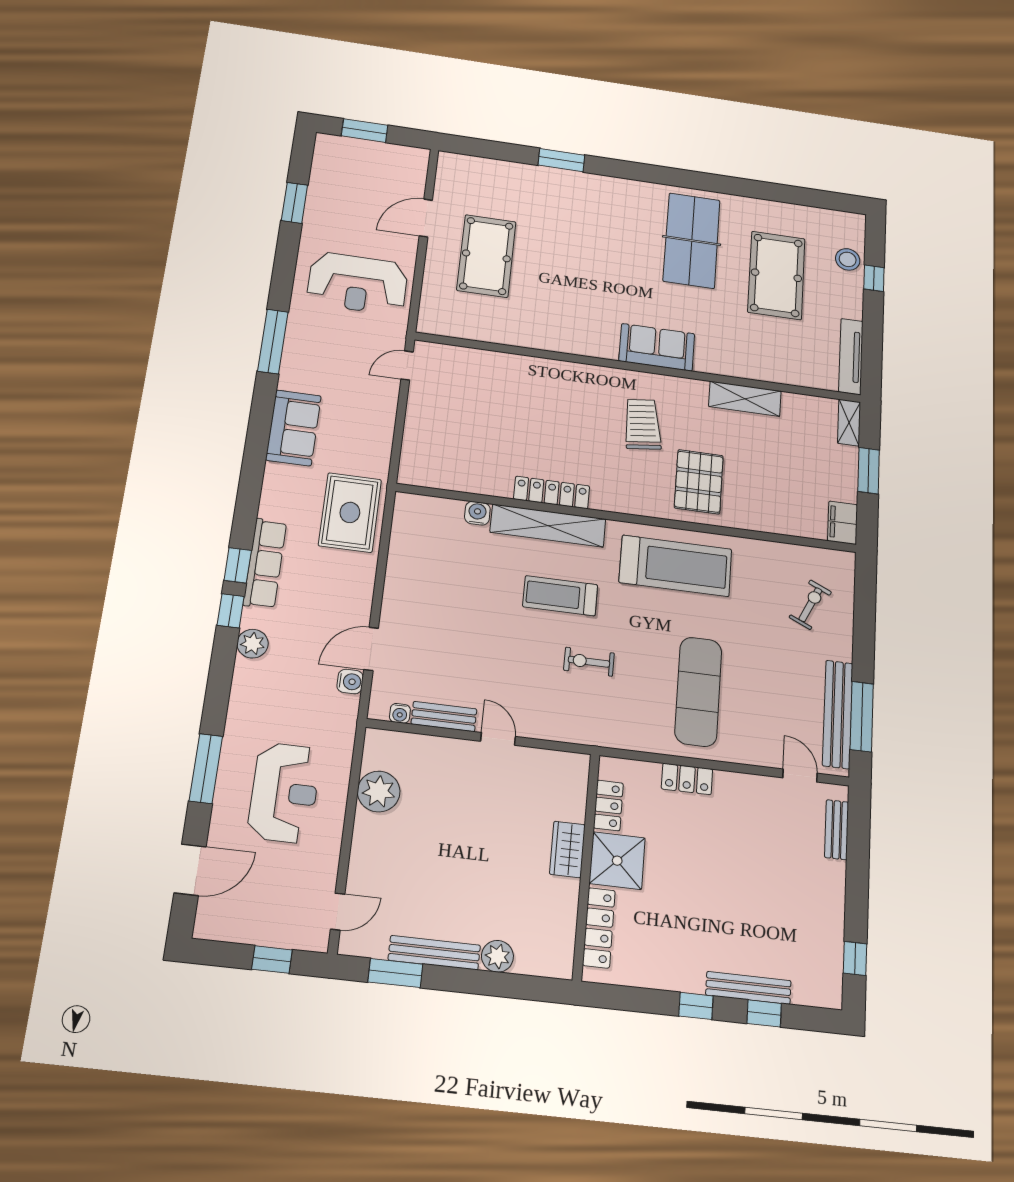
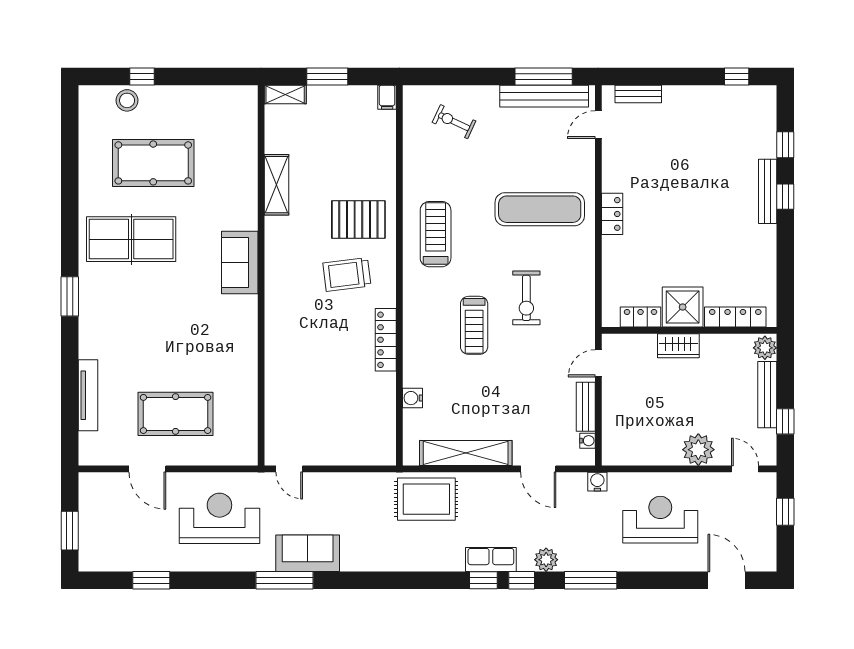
window: (561, 160) -> (70, 296), moved
reception desk: (358, 283) -> (219, 518), turned -90
tv unit: (851, 356) -> (88, 395), moved, turned -90
trolley: (642, 424) -> (347, 274), moved
sofa: (293, 428) -> (308, 553), moved
filing cabinet: (843, 523) -> (387, 97), width x0.50
shelving: (548, 526) -> (466, 453), moved, turned 90
row of seats: (265, 563) -> (491, 559), width x0.68
treadmill: (676, 566) -> (436, 234), width x0.73, depth x0.73
exercise bike: (589, 662) -> (526, 298), width x1.38, depth x1.39
water cooler: (350, 682) -> (597, 482), moved
window: (206, 769) -> (591, 580), moved
plant: (379, 792) -> (698, 450), moved
locker: (608, 805) -> (641, 317), moved
wardrobe: (567, 849) -> (678, 346), moved
shower: (617, 861) -> (683, 307), moved
wall: (586, 865) -> (689, 330), moved
locker: (599, 928) -> (735, 317), moved
window: (395, 973) -> (785, 421), width x0.67
bench: (748, 988) -> (768, 191), moved

